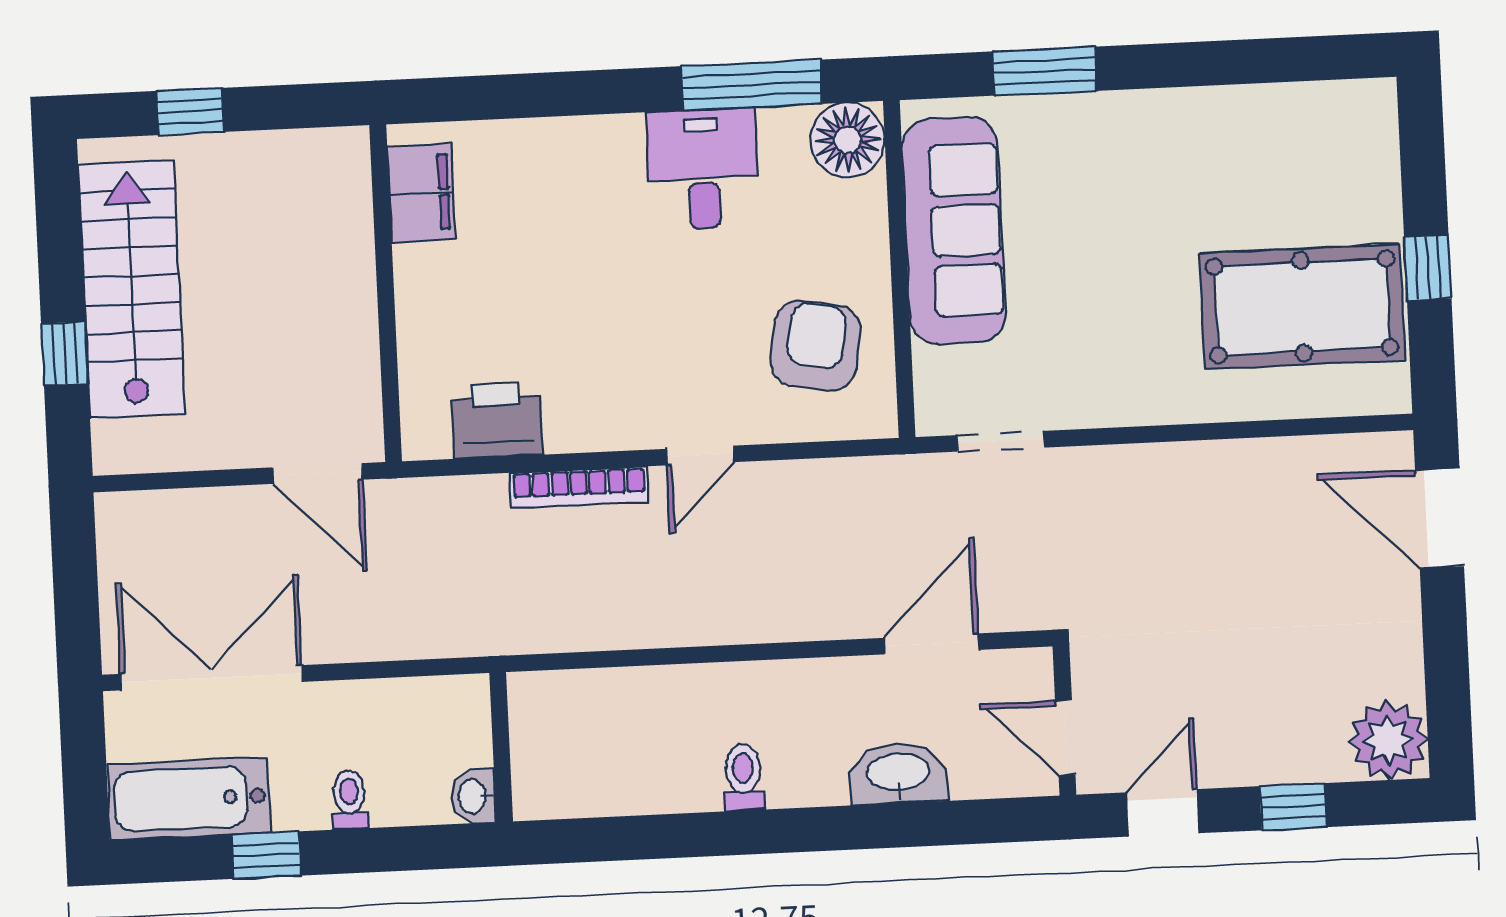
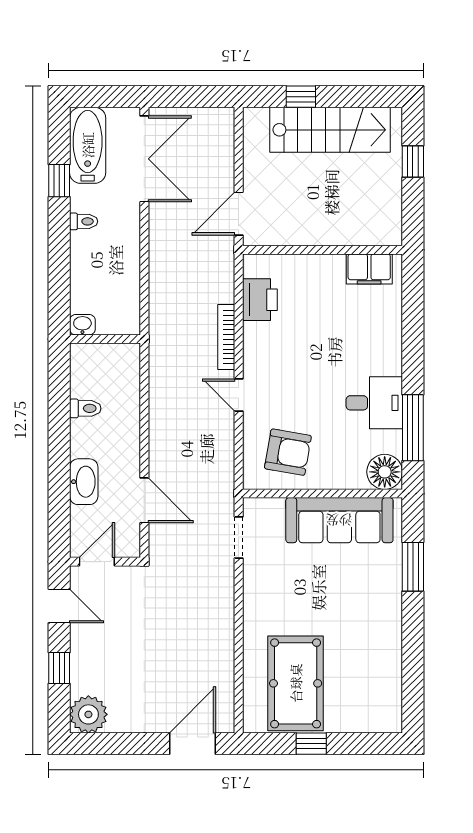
wall: (501, 747) -> (105, 339), moved
washbasin: (473, 796) -> (82, 325), moved

